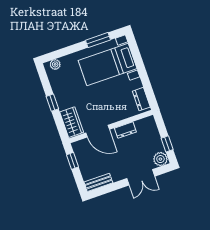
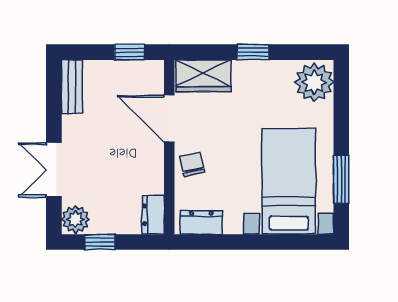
plant: (55, 64) -> (314, 82), width x1.88, depth x1.88
chair: (115, 113) -> (192, 164), added
dresser: (125, 130) -> (153, 215), moved
door: (98, 131) -> (169, 119), hinge flipped

